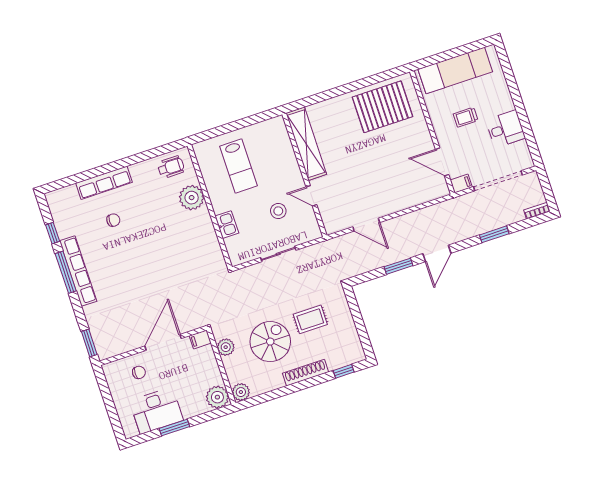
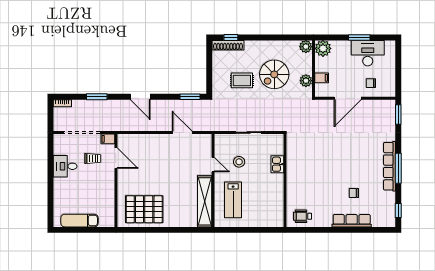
exam couch: (455, 70) -> (79, 221), width x0.73, depth x0.69
trolley: (466, 117) -> (93, 159), moved
lab bench: (239, 166) -> (233, 200), moved, turned 180
plant: (192, 198) -> (295, 191), removed
window: (53, 233) -> (398, 210), moved
door: (437, 253) -> (140, 97), swing flipped
window: (399, 266) -> (190, 97), moved
filing cabinet: (200, 339) -> (322, 78), moved
shoe rack: (306, 373) -> (228, 45), moved

